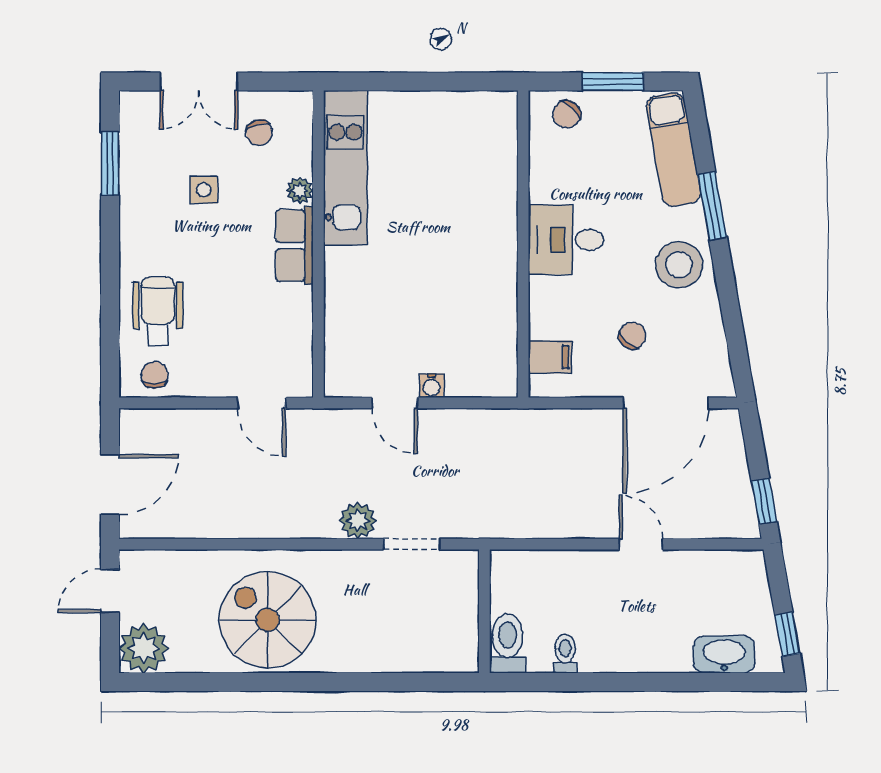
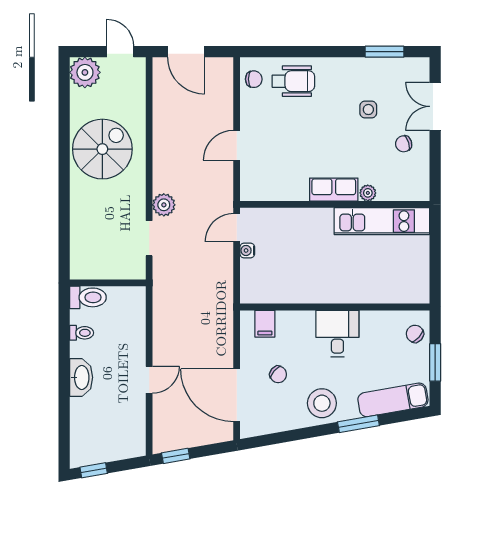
kitchen unit: (345, 168) -> (382, 221), moved
plant: (300, 191) -> (368, 193), moved
wall: (318, 244) -> (335, 204), moved
row of seats: (294, 246) -> (334, 190), moved
washbasin: (724, 654) -> (81, 377), moved

